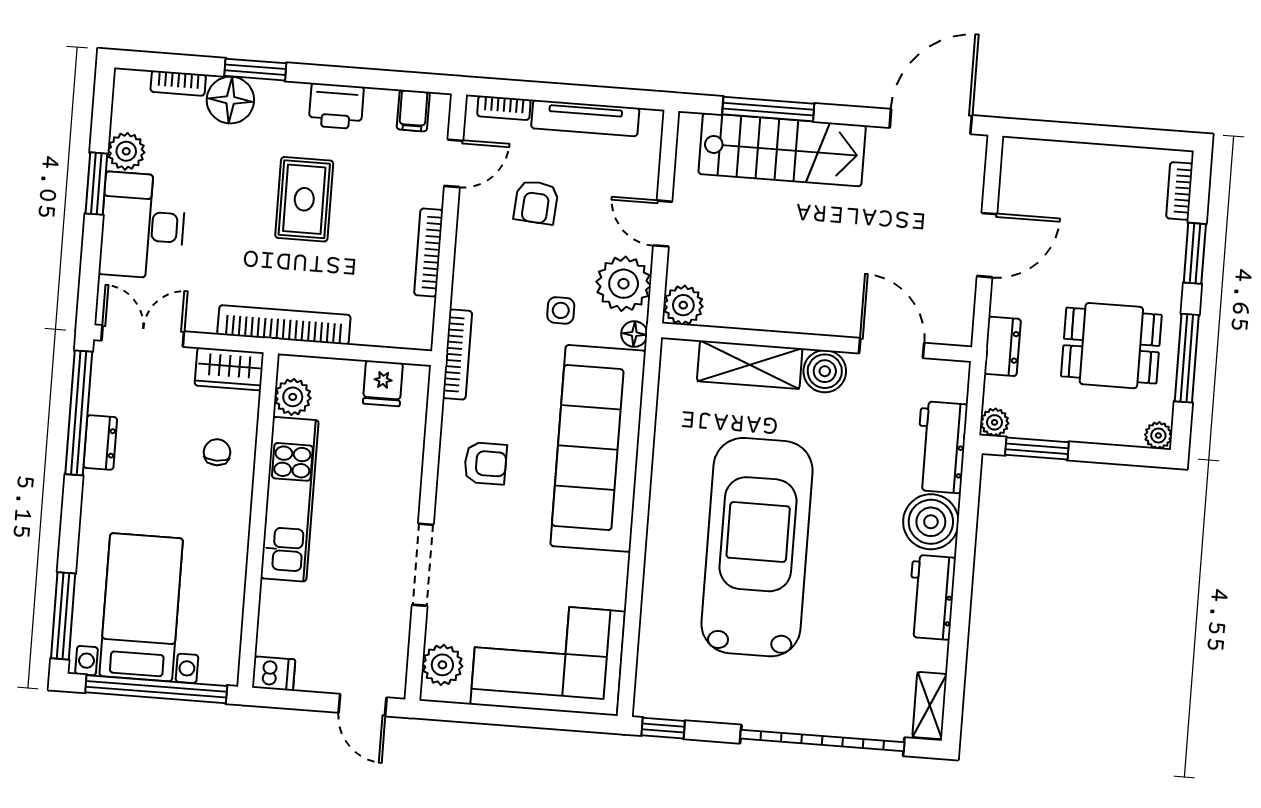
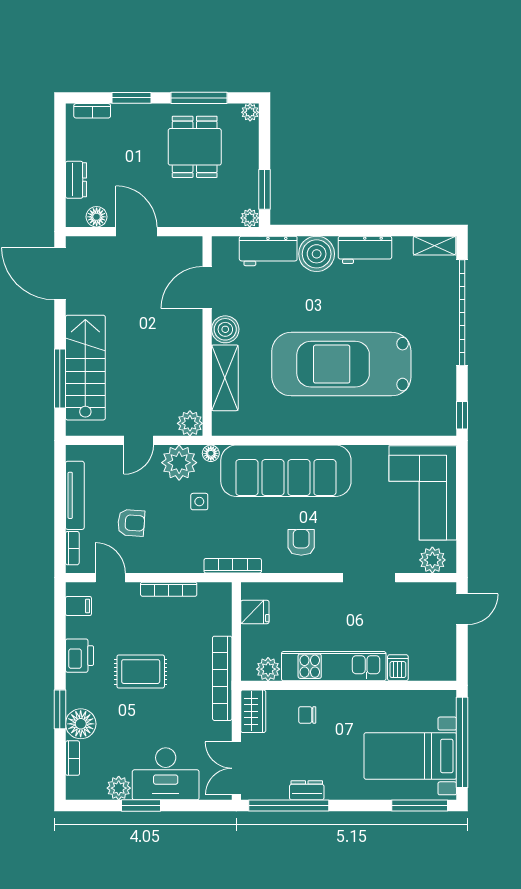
floor lamp: (1015, 185) -> (97, 217), added
dresser: (1002, 346) -> (76, 180), moved, turned 90
dishwasher: (274, 674) -> (398, 668), moved

